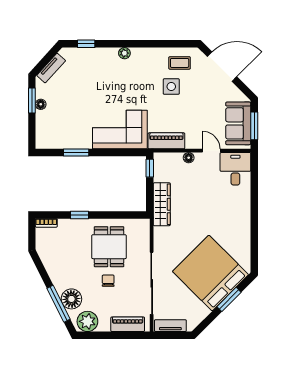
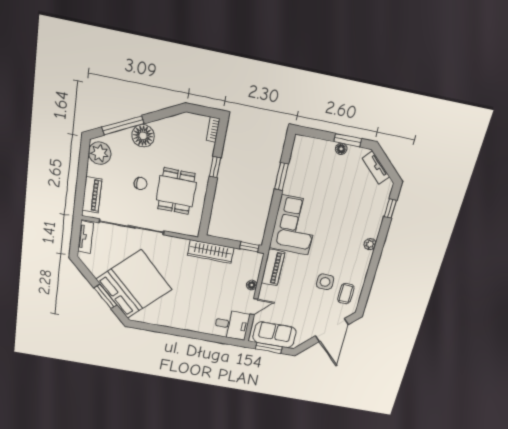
dining table: (109, 247) -> (176, 191), turned 90
floor lamp: (71, 299) -> (143, 136), moved

